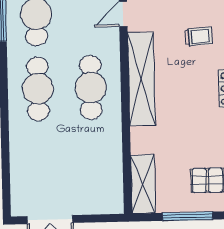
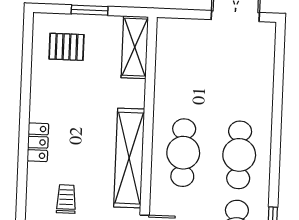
trolley: (198, 37) -> (66, 199), turned 94
window: (188, 216) -> (90, 10), width x0.69

